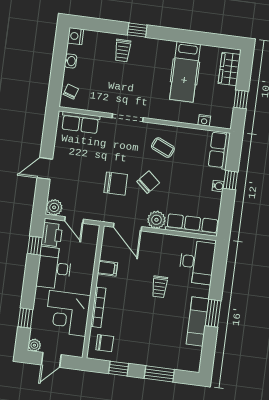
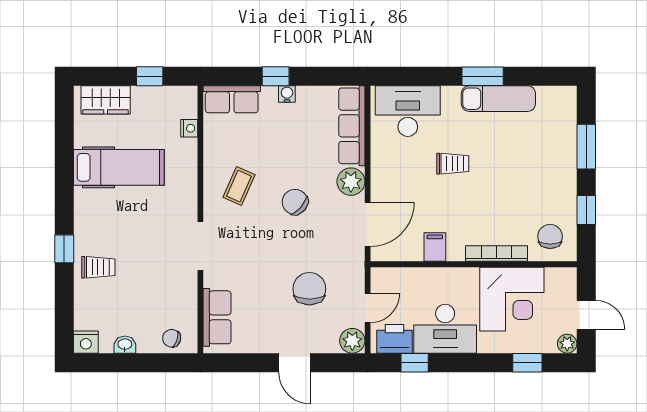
chair: (116, 184) -> (309, 289), moved

